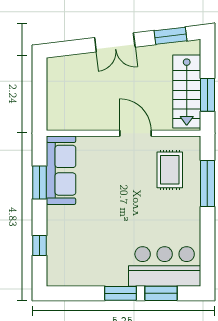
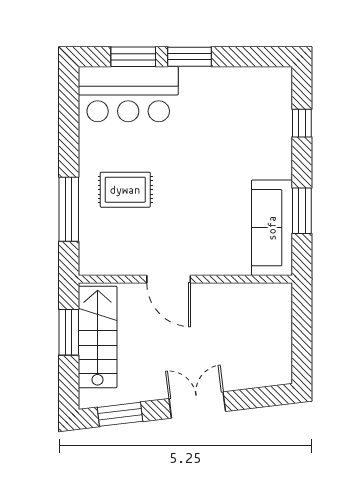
rug: (170, 170) -> (125, 190), moved, turned 90

